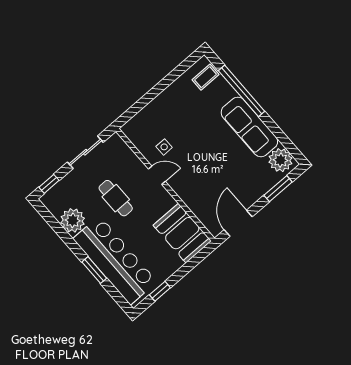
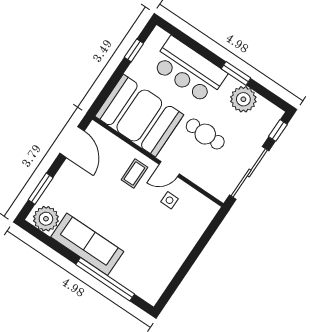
coffee table: (205, 77) -> (134, 174), moved
sliding door: (85, 152) -> (249, 173), width x1.37
booth: (182, 233) -> (139, 115), width x1.36, depth x1.42
bar counter: (115, 260) -> (189, 70), width x0.73
window: (94, 270) -> (236, 73), moved

